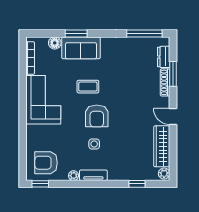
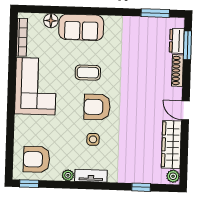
window: (76, 34) -> (76, 11), removed
window: (144, 34) -> (155, 13), width x0.69
window: (173, 74) -> (187, 45), moved
armchair: (97, 116) -> (97, 107), turned 90

